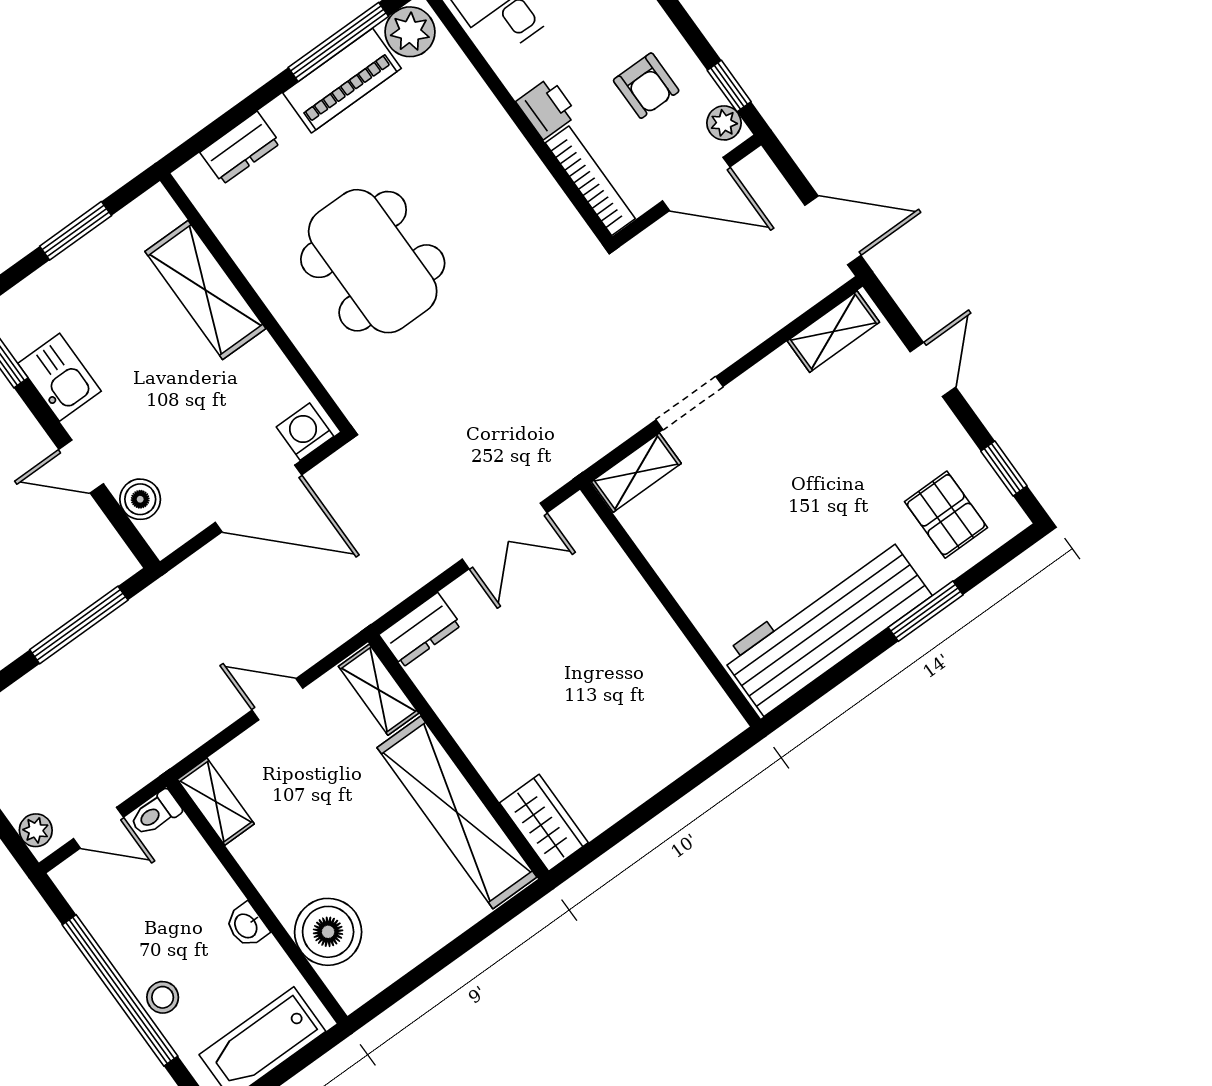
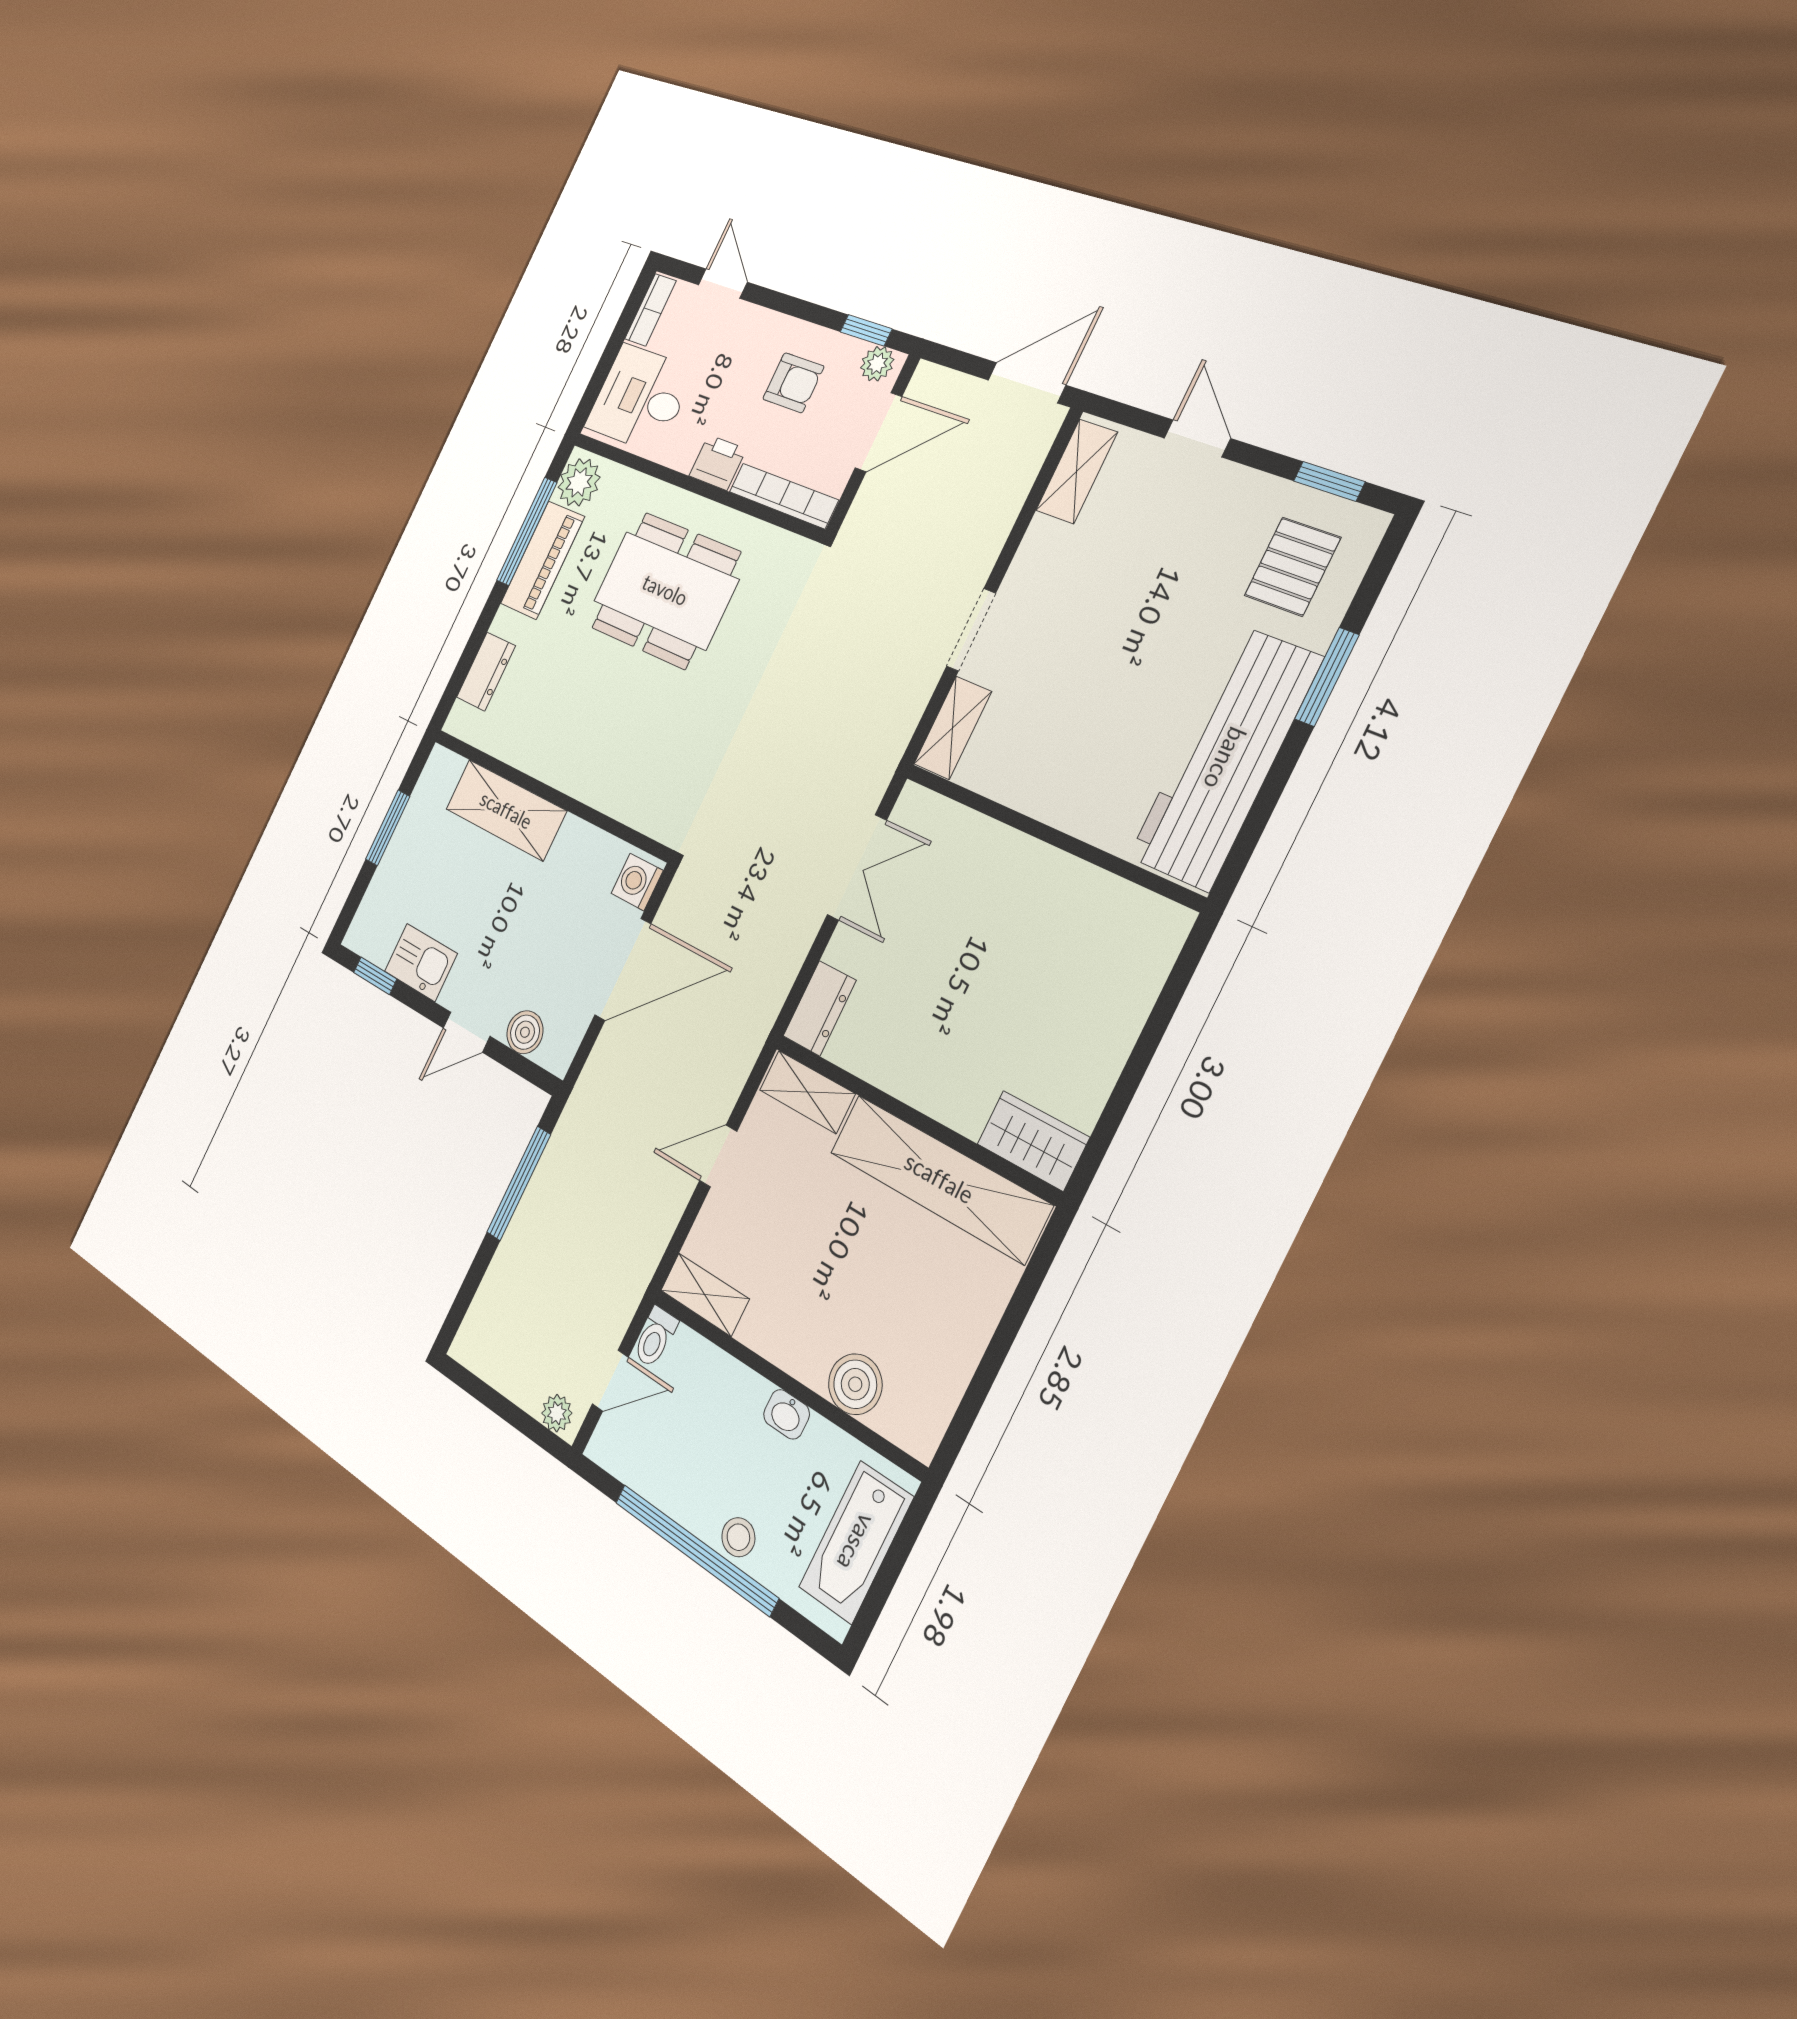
dining table: (373, 261) -> (665, 590), moved
pallet: (946, 515) -> (1292, 567), turned 90
boiler: (328, 932) -> (855, 1384), width x0.73, depth x0.73

